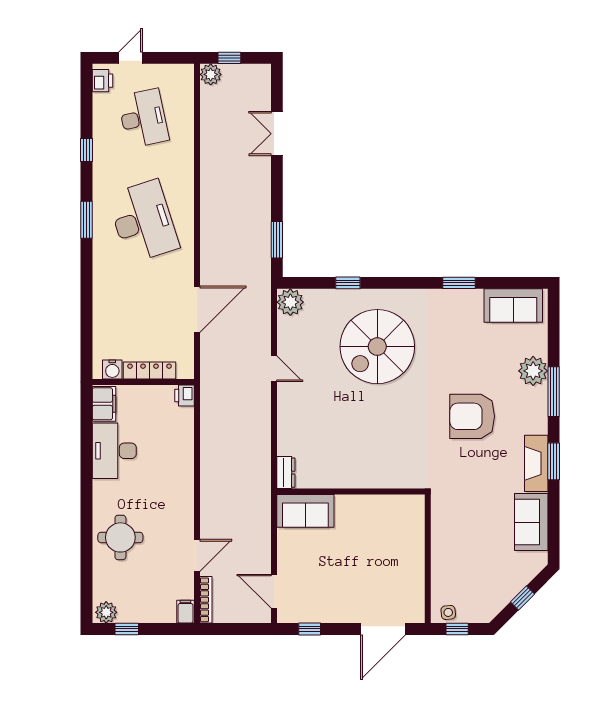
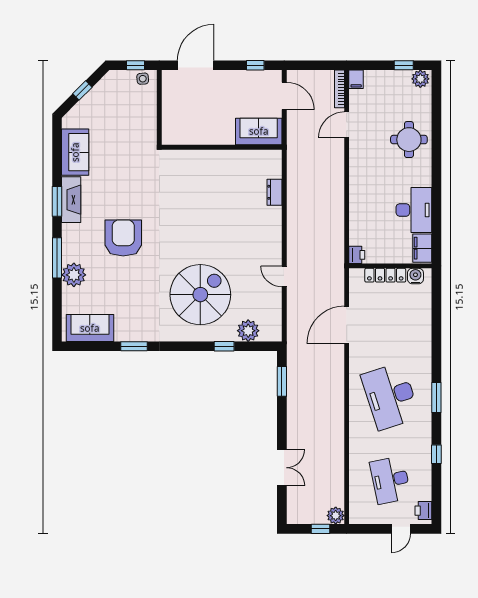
plant: (290, 302) -> (248, 331), moved
armchair: (472, 416) -> (123, 238), turned -90
wall: (351, 492) -> (222, 147), moved
sofa: (305, 511) -> (259, 131), moved

